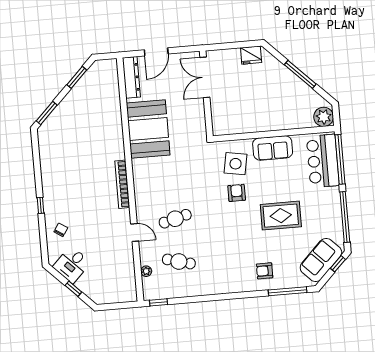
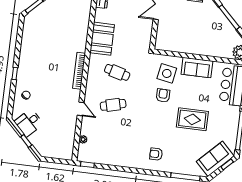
booth: (148, 129) -> (102, 39), width x0.73, depth x0.70
cafe table: (179, 261) -> (117, 72), moved
armchair: (265, 271) -> (156, 154), moved

